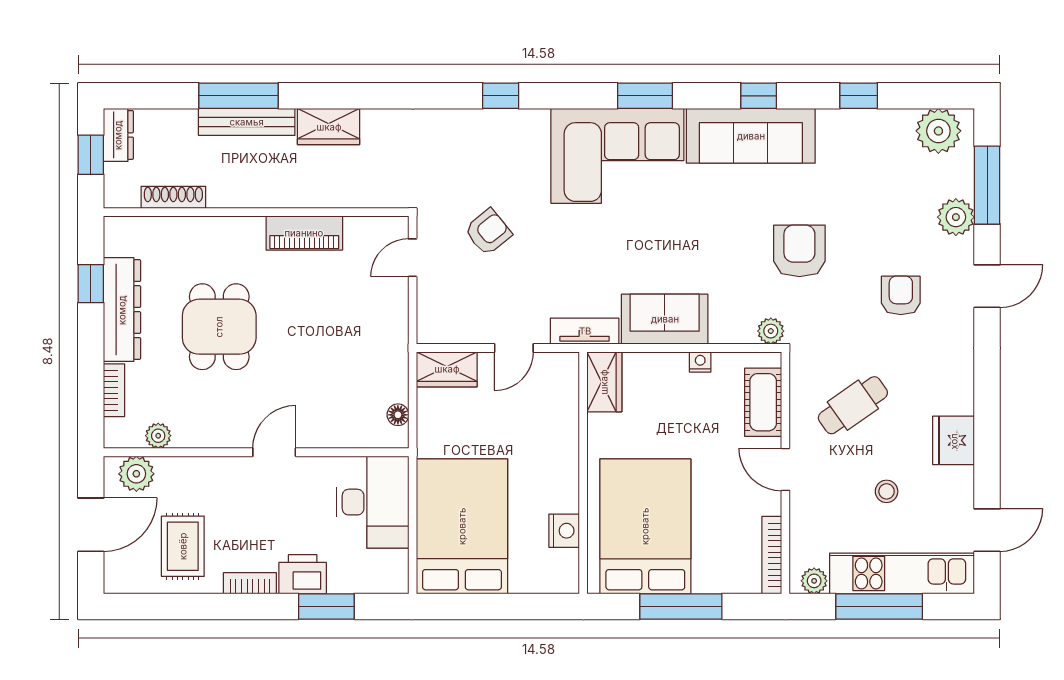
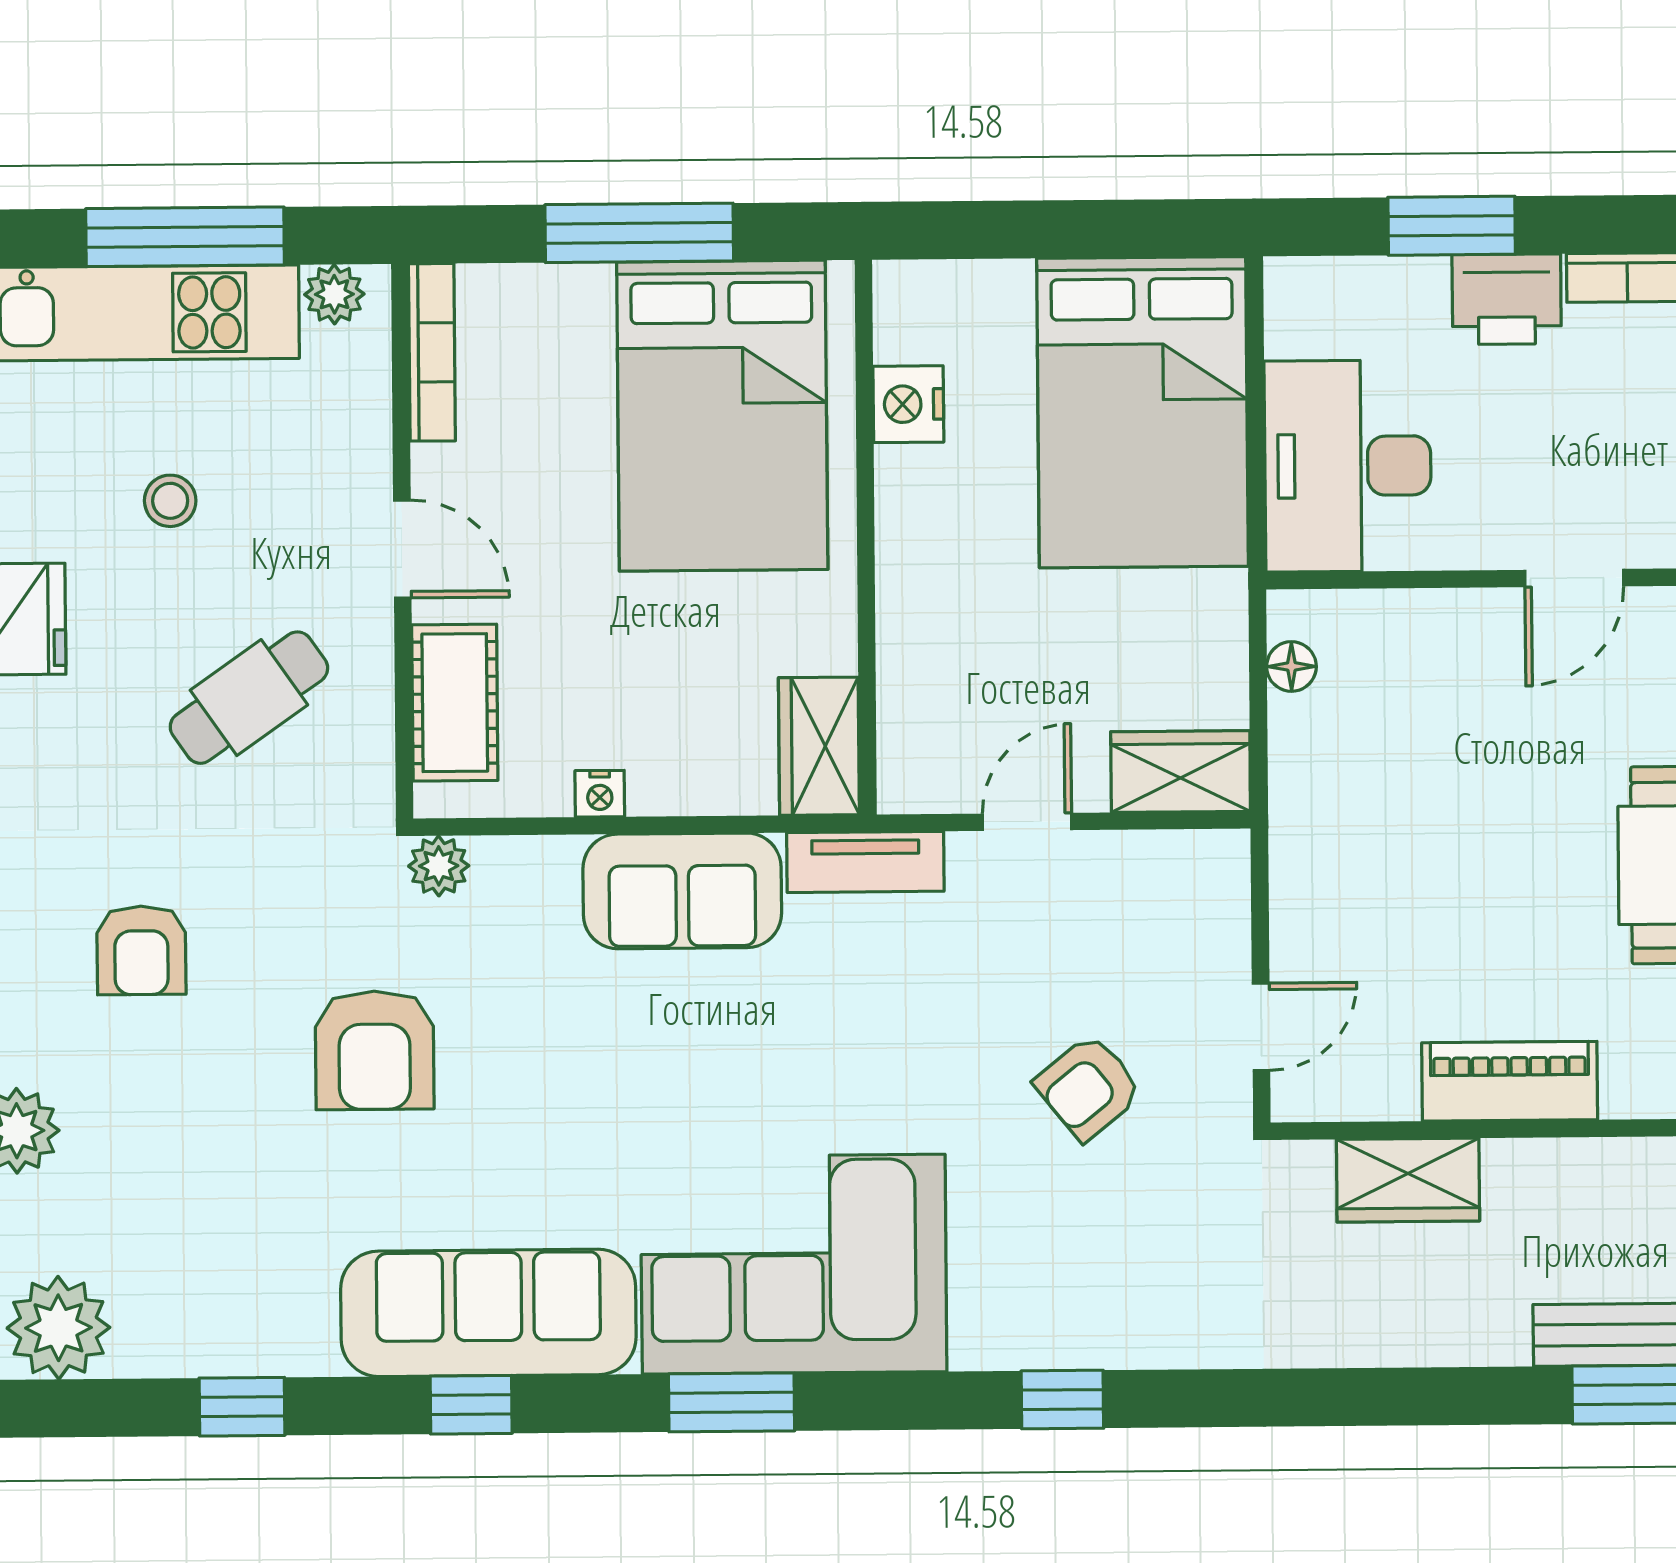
wardrobe: (329, 127) -> (1408, 1180), moved, turned 180

